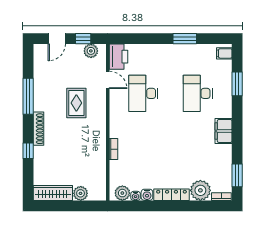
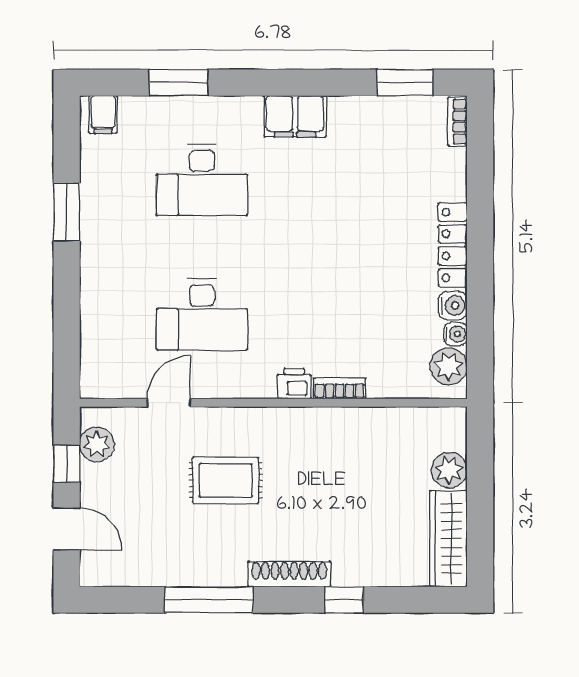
printer: (118, 57) -> (294, 384), moved, width x0.53, depth x0.68
plant: (200, 190) -> (442, 173), removed

